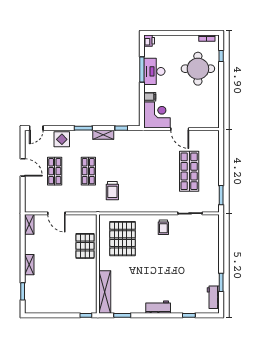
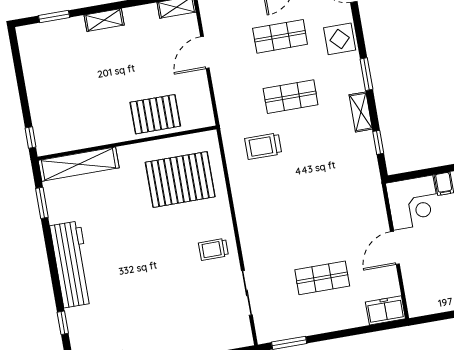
freezer: (213, 140) -> (385, 310), added
shop shelf: (189, 171) -> (322, 278), width x0.70, depth x0.74
workbench: (158, 307) -> (72, 264), width x1.88, depth x1.32

